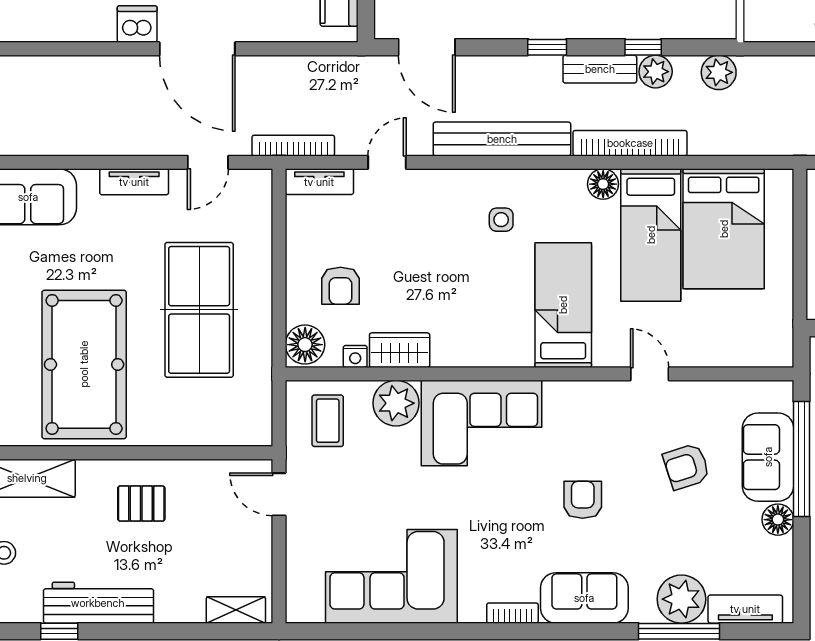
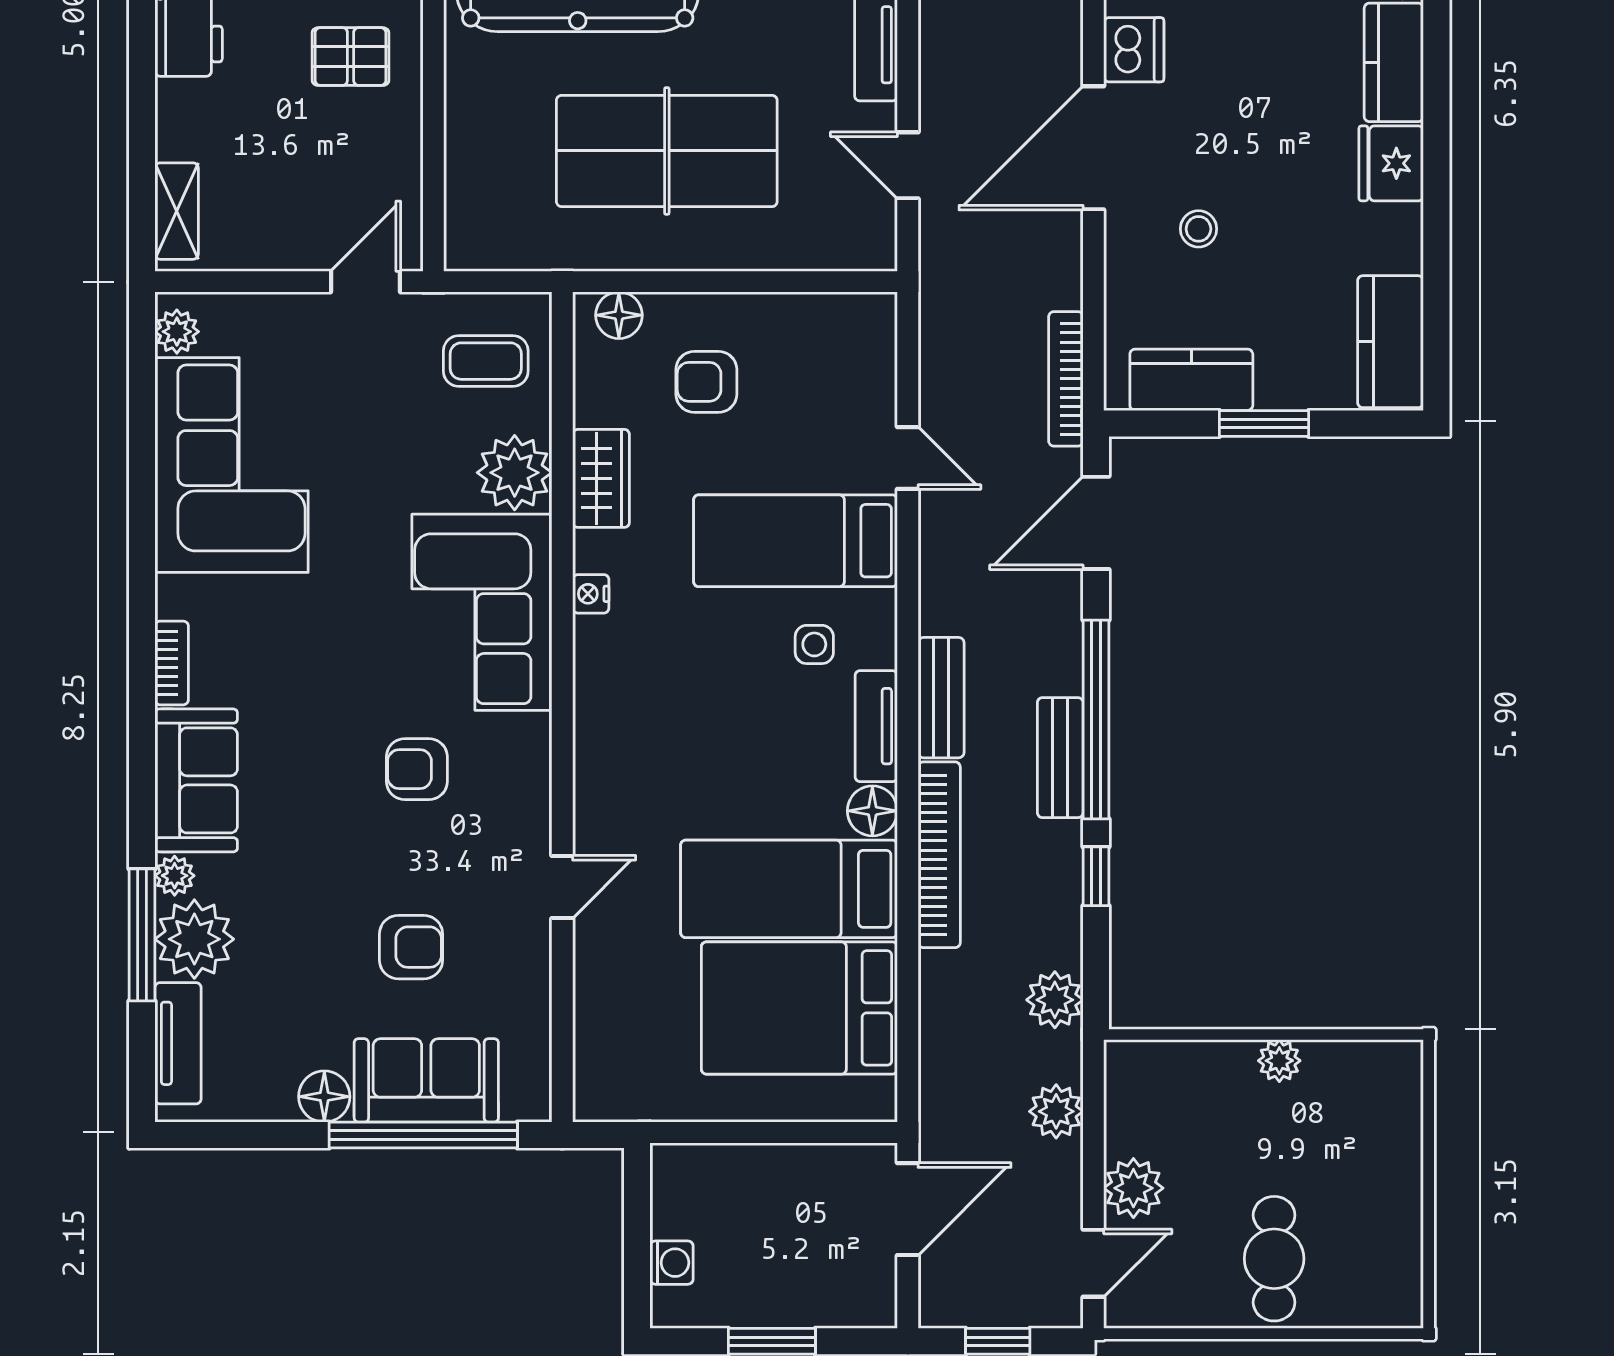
window: (547, 47) -> (1096, 720), width x3.17
bench: (600, 69) -> (1060, 758), moved
plant: (656, 72) -> (1056, 1111), moved
bench: (502, 139) -> (941, 698), width x0.54, depth x0.82
bookcase: (293, 146) -> (1066, 379), moved, turned 180
tv unit: (319, 182) -> (876, 726), moved
bed: (563, 305) -> (795, 541), moved, turned 180
floor lamp: (305, 345) -> (619, 315), width x0.73, depth x0.73
nightstand: (355, 356) -> (591, 594), moved
armchair: (686, 466) -> (411, 947), turned 108
armchair: (583, 500) -> (417, 769), moved, turned 180
pallet: (141, 504) -> (351, 57), turned 90
plant: (310, 610) -> (177, 332), added
plant: (643, 611) -> (175, 876), added

